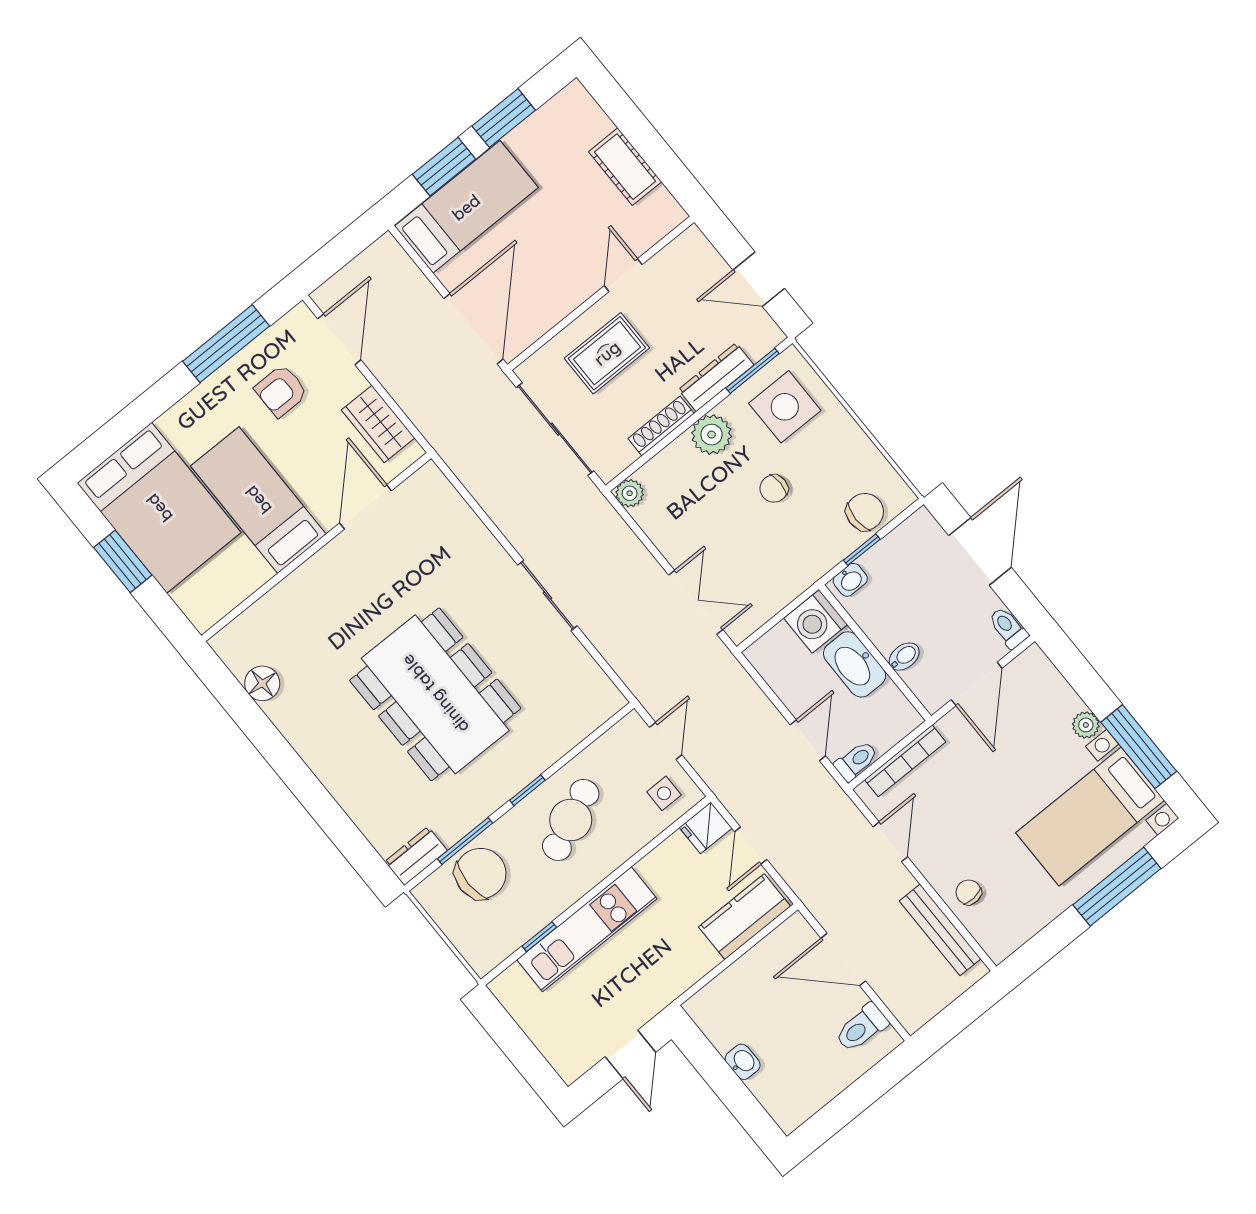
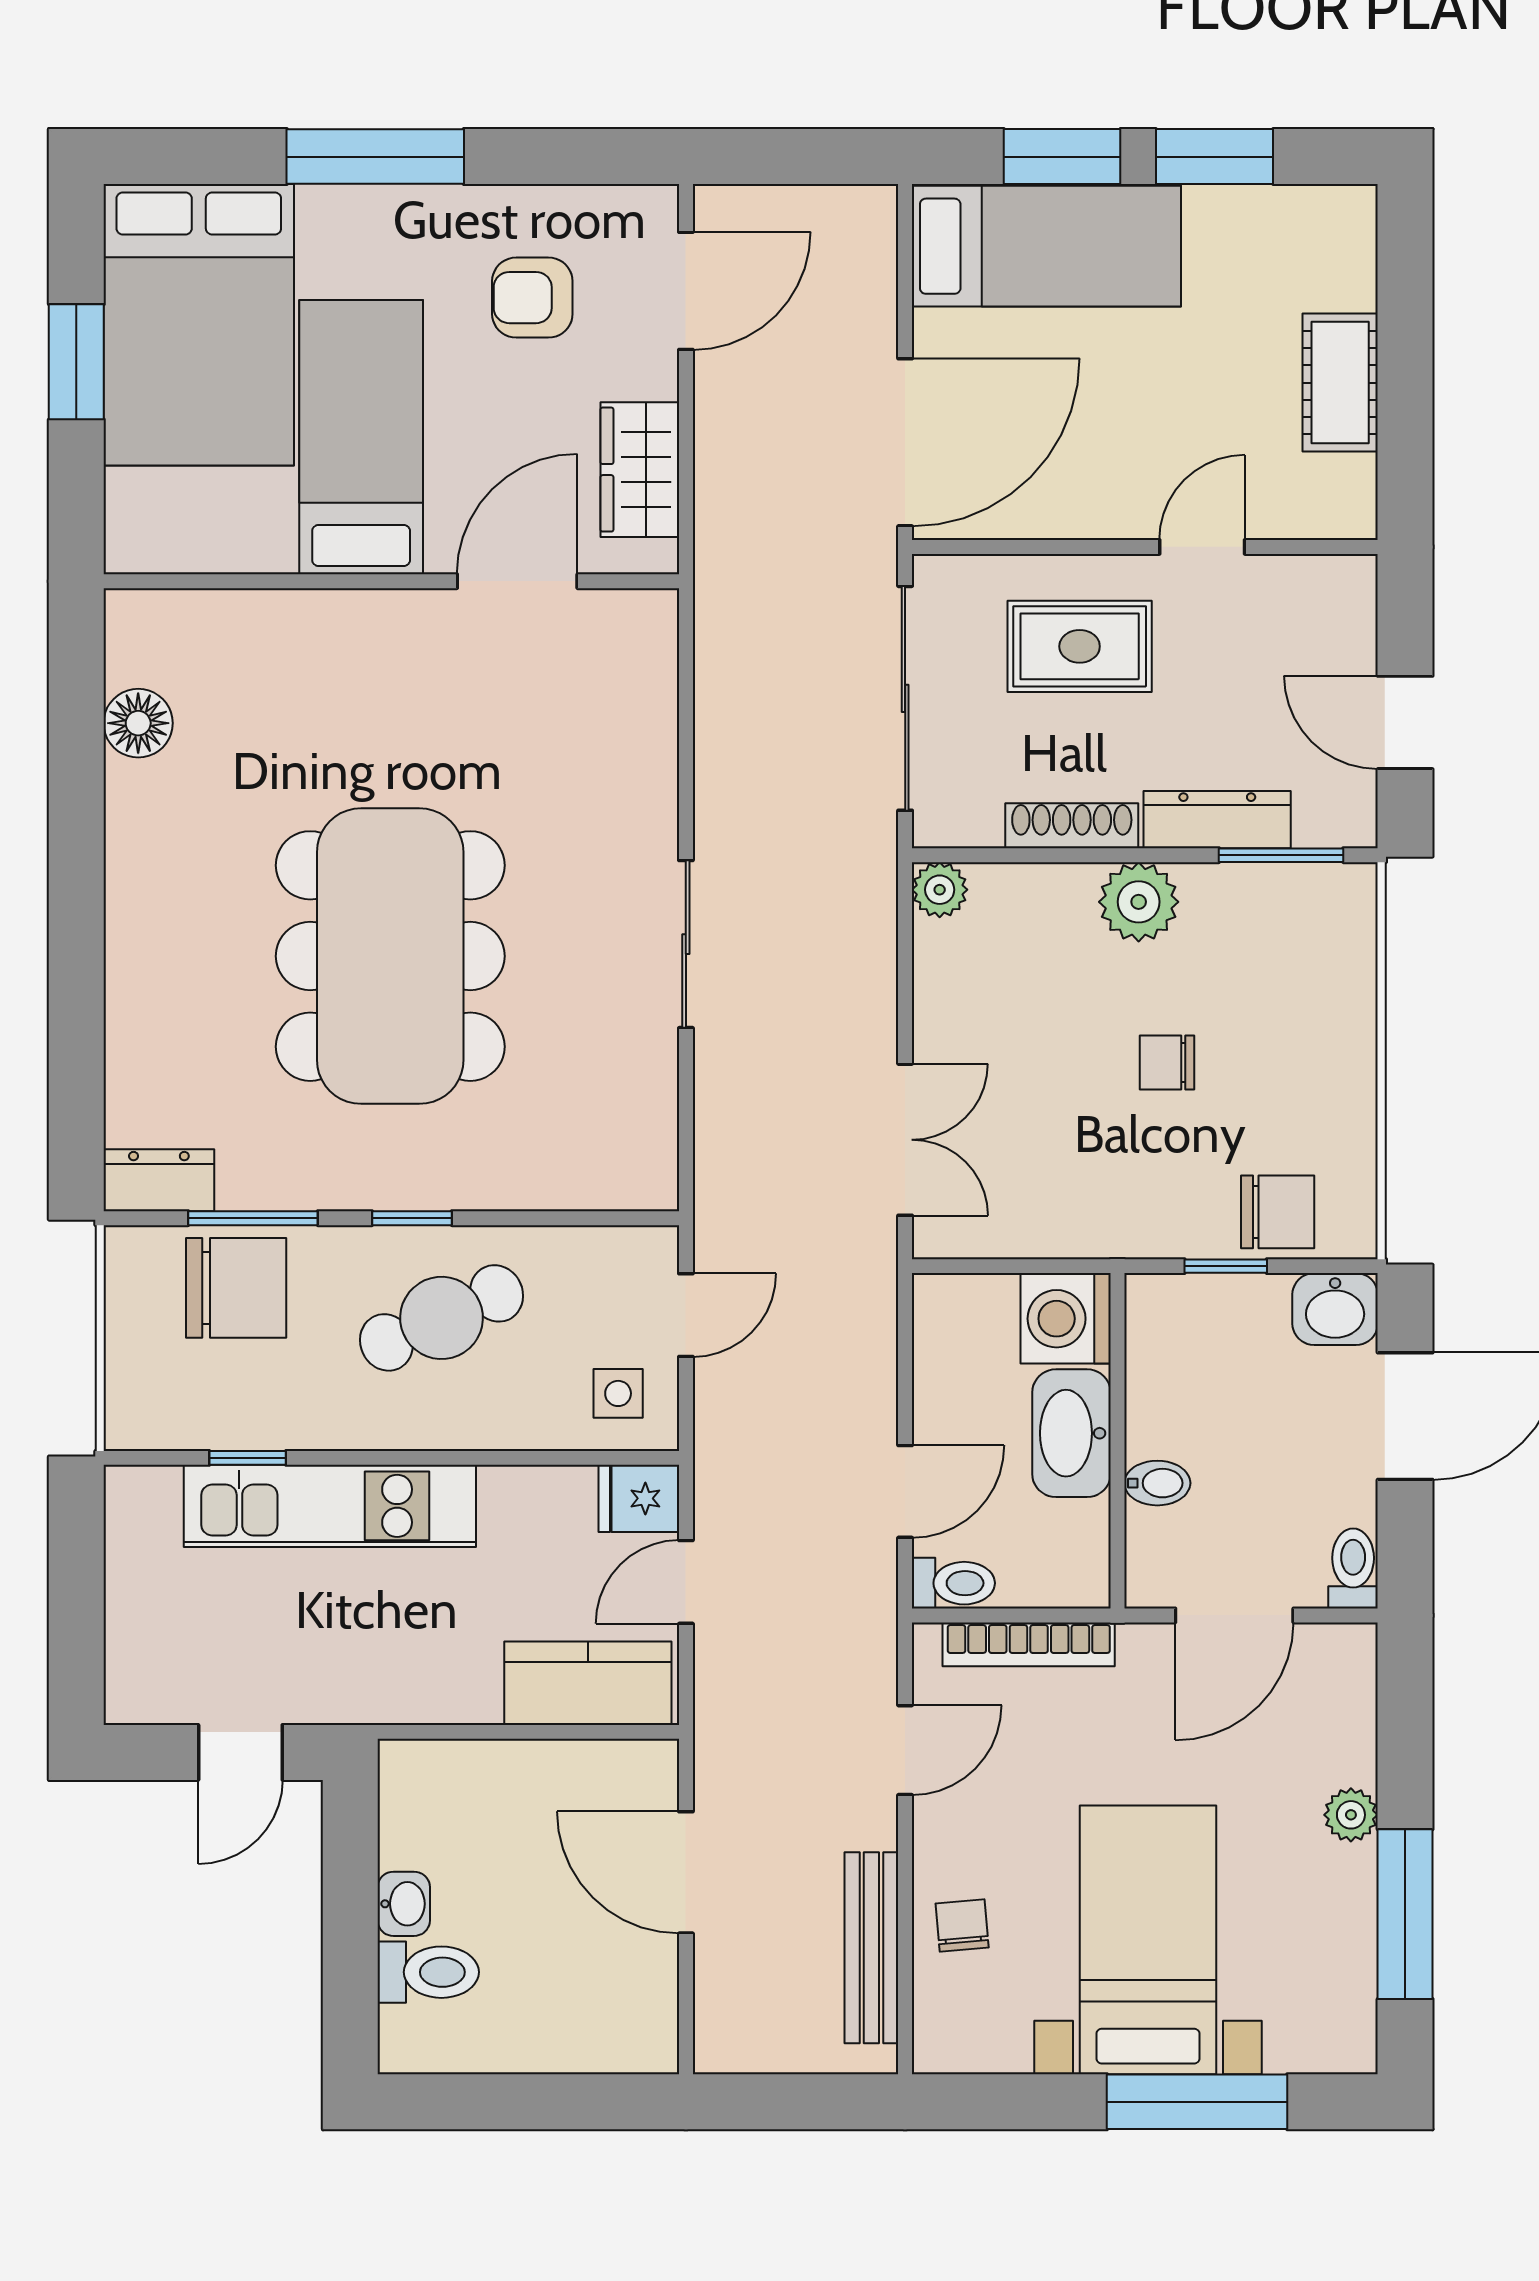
window: (226, 344) -> (375, 157), moved
side table: (785, 407) -> (1286, 951), removed
washbasin: (850, 580) -> (1335, 1309), moved, width x1.38, depth x1.45
bed with nightstands: (1090, 817) -> (1148, 1940), moved, turned 90
toilet: (861, 1028) -> (428, 1972), moved, turned 180

